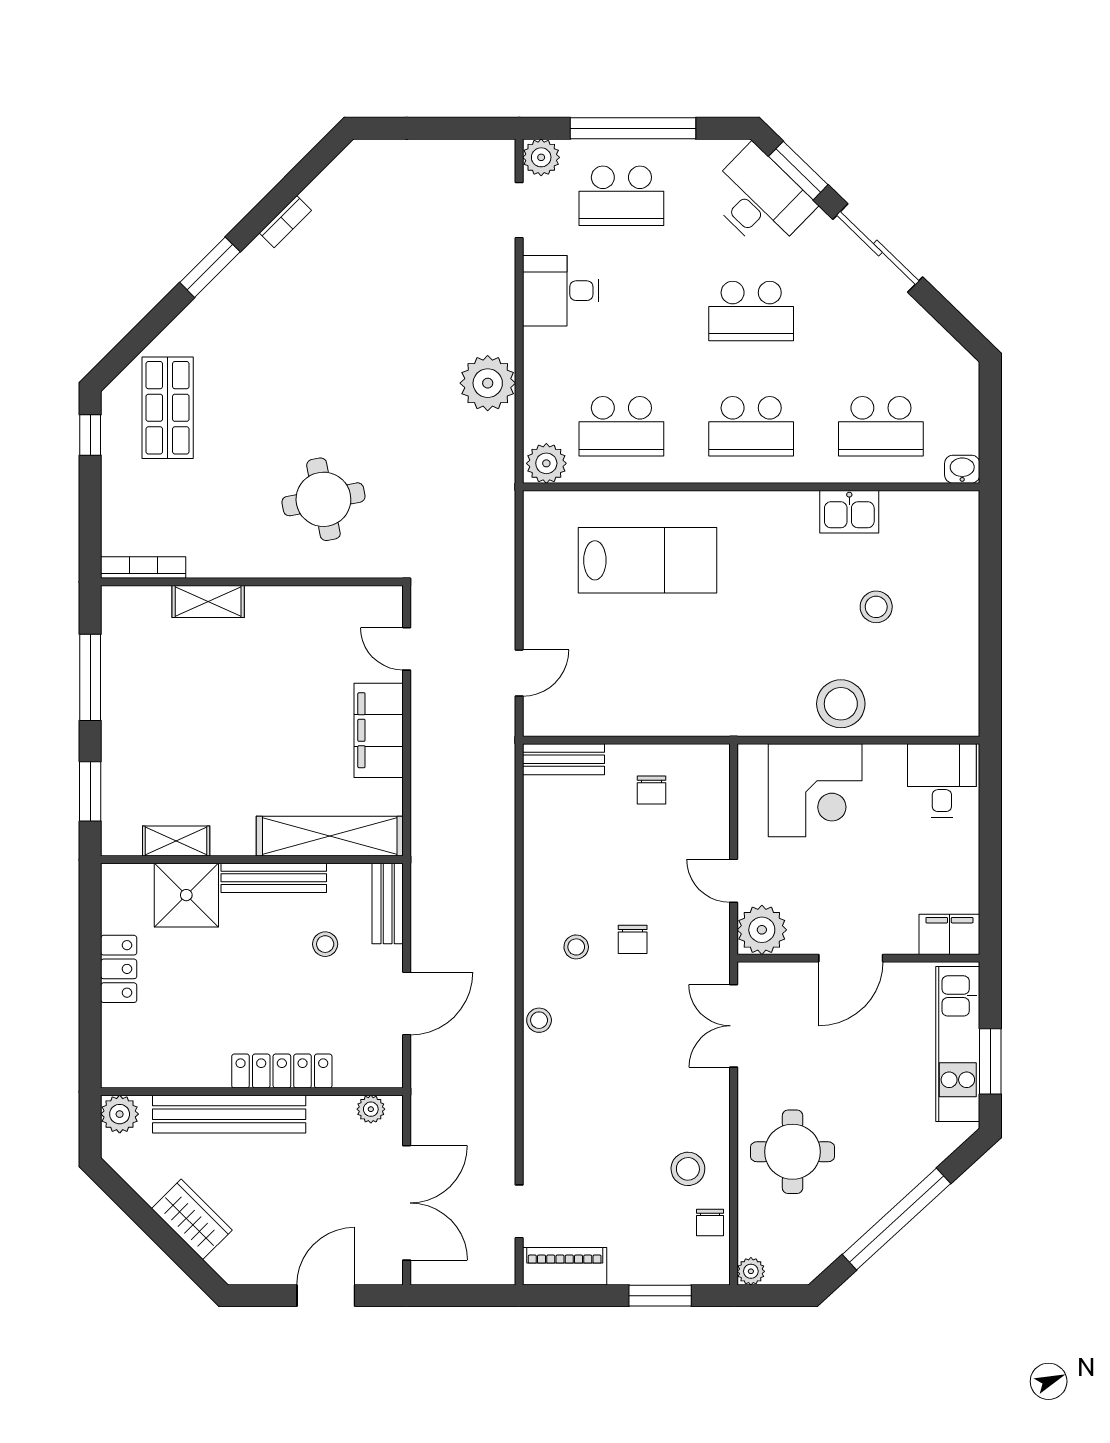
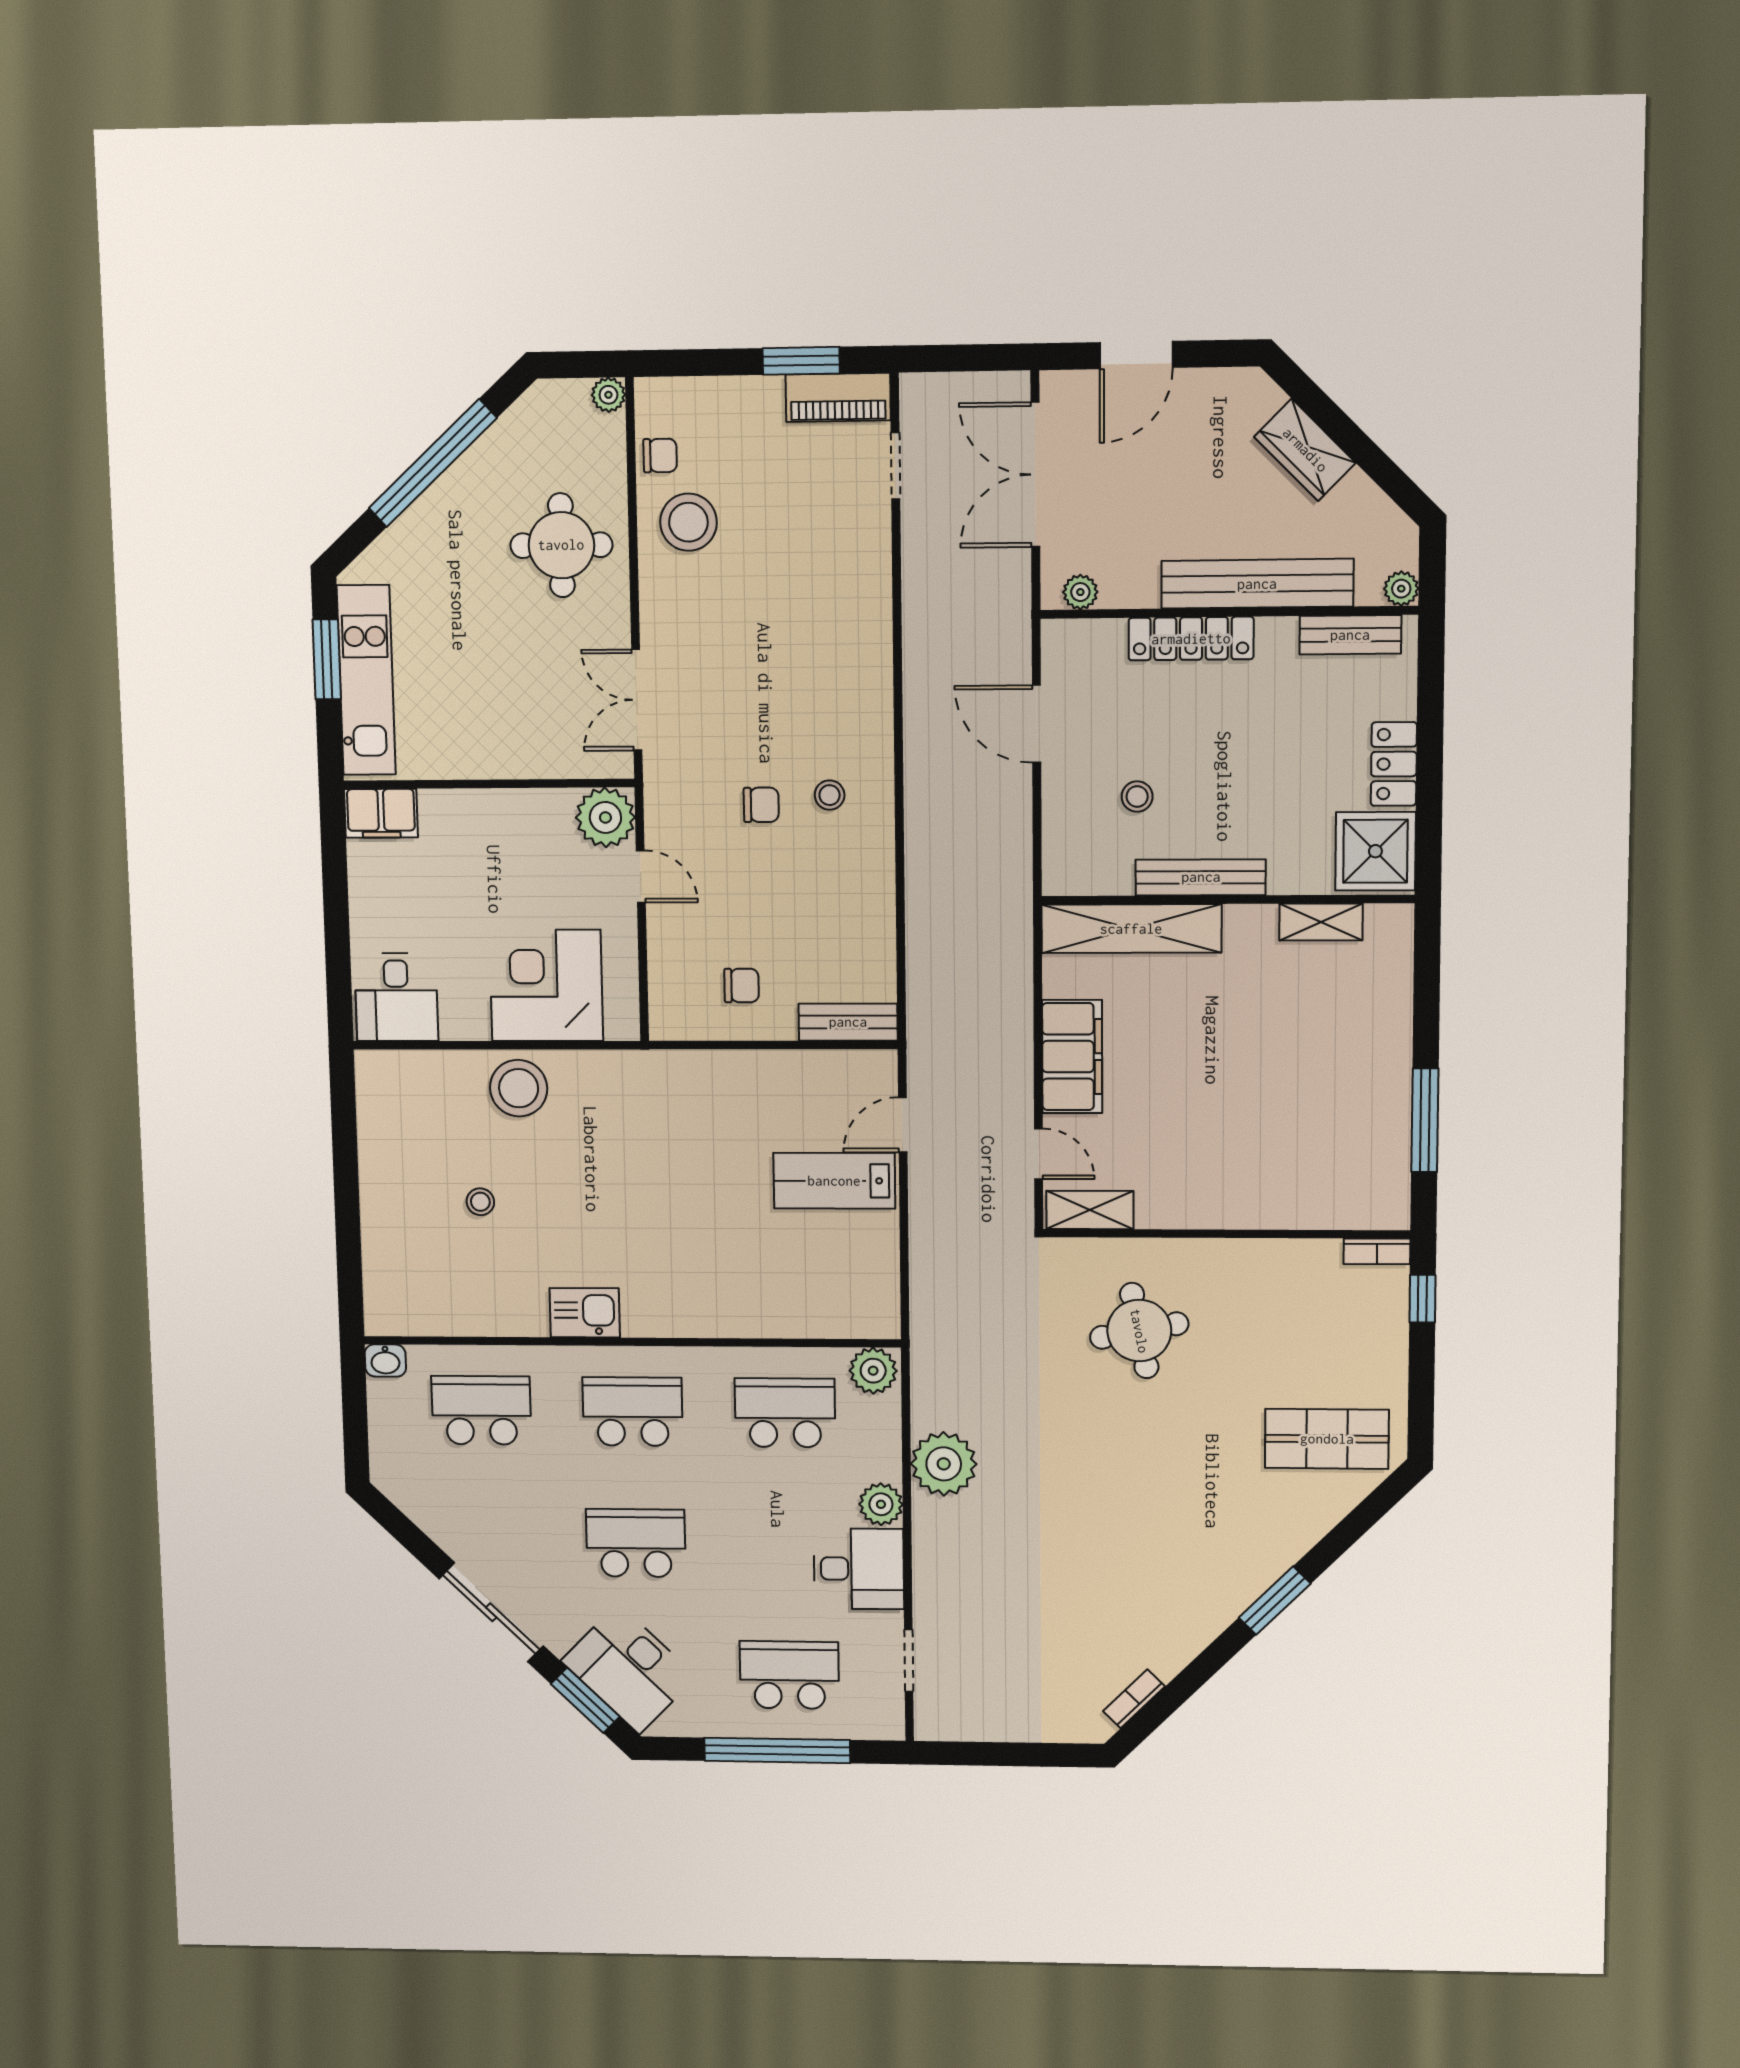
plant: (541, 157) -> (881, 1504), moved
bookcase: (285, 222) -> (1134, 1699), moved
shop shelf: (168, 408) -> (1327, 1439), turned 90
window: (90, 435) -> (1422, 1299), moved
kitchen sink: (849, 512) -> (585, 1313), moved
lab bench: (647, 560) -> (834, 1181), moved, width x0.73, depth x0.72
bookcase: (143, 567) -> (1377, 1251), width x0.64
shelving: (208, 602) -> (1090, 1210), moved
stool: (876, 607) -> (480, 1202), width x0.73, depth x0.73
chair: (652, 790) -> (742, 985), turned 90
window: (90, 791) -> (1427, 982), removed
shower: (186, 895) -> (1375, 851), moved
bench: (388, 903) -> (1350, 635), moved, turned 90
chair: (633, 939) -> (761, 805), turned 90
door: (851, 958) -> (498, 784), removed
door: (407, 1004) -> (1037, 724), hinge flipped
stool: (539, 1020) -> (874, 705), removed
double door: (734, 1026) -> (637, 700), swing flipped
plant: (120, 1114) -> (1401, 589), width x0.73, depth x0.73
stool: (688, 1169) -> (688, 522), width x1.38, depth x1.38
chair: (710, 1222) -> (660, 456), turned 90
window: (660, 1296) -> (801, 361), moved

